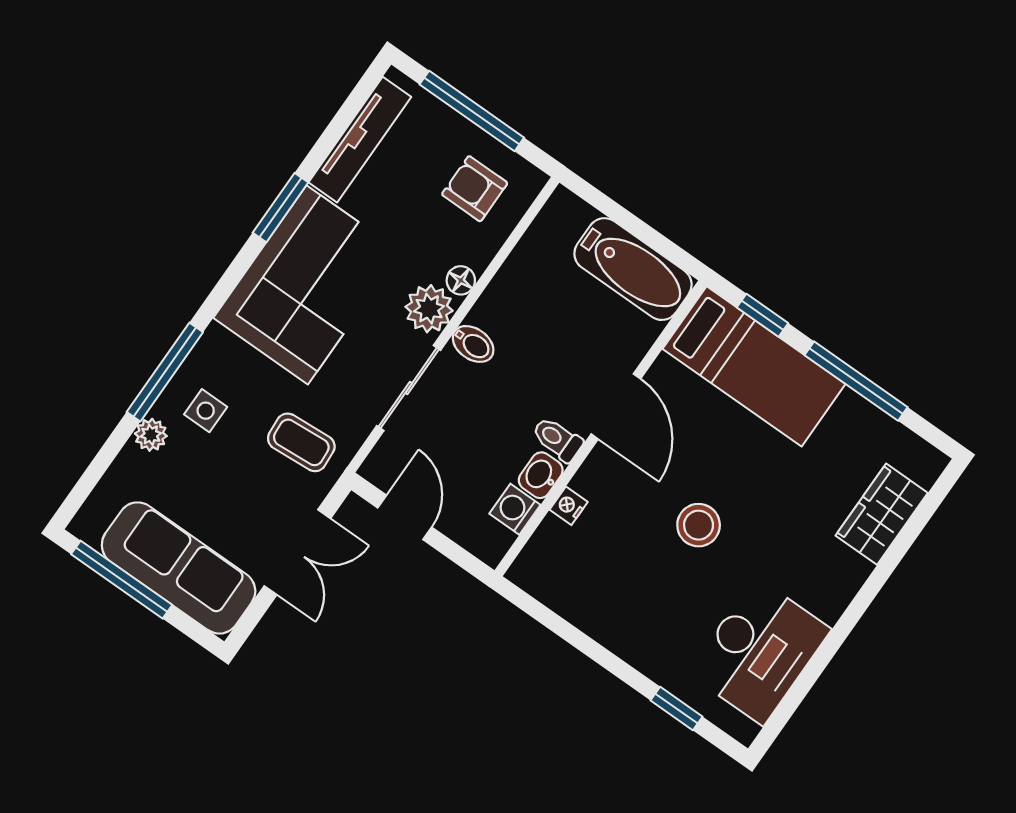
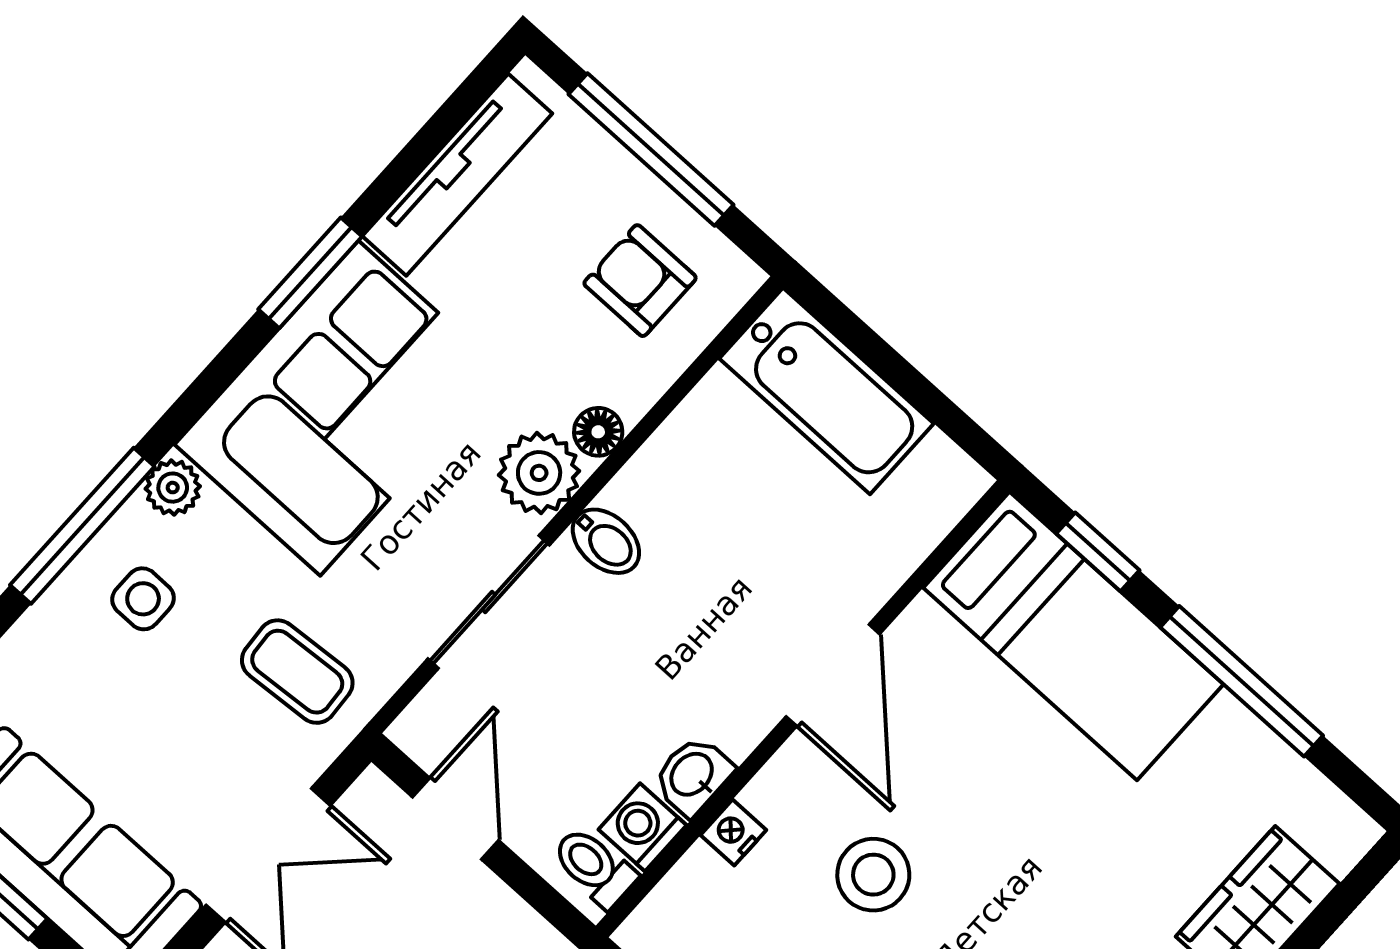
bathtub: (633, 269) -> (827, 391), moved
plant: (151, 435) -> (173, 488), moved
toilet: (557, 439) -> (594, 867), moved
stool: (699, 525) -> (873, 875), moved

